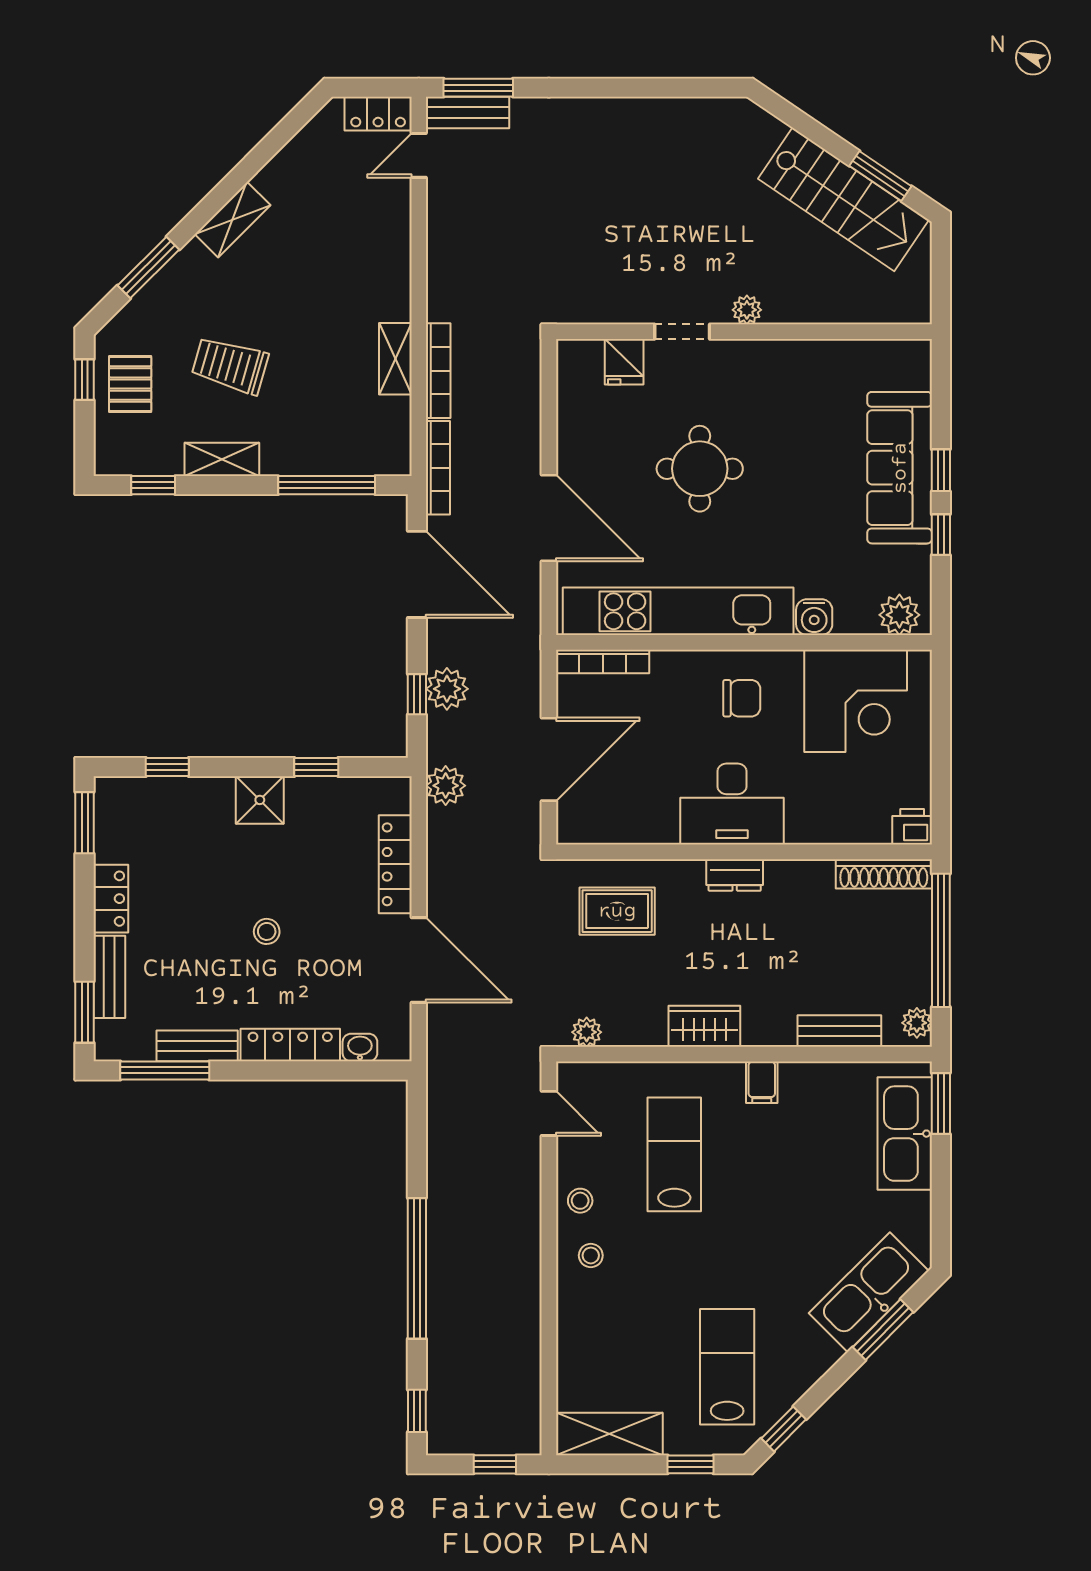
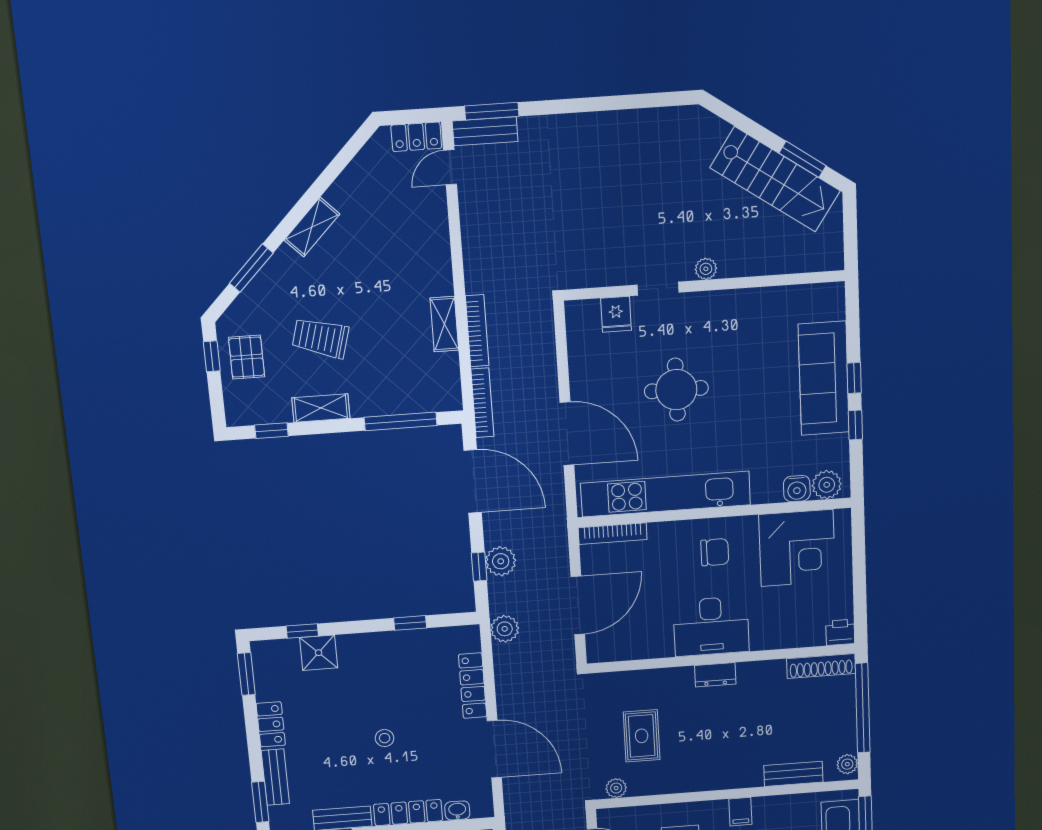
water cooler: (814, 617) -> (797, 489), moved
shower: (260, 800) -> (319, 653), moved
rug: (617, 911) -> (642, 736), moved, turned 90
wardrobe: (704, 1026) -> (699, 778), removed

